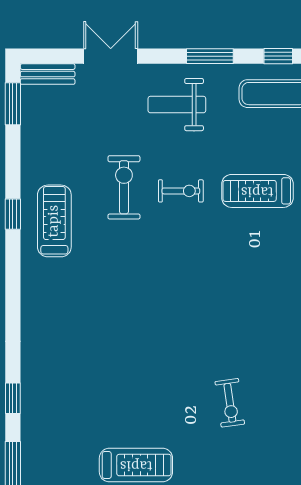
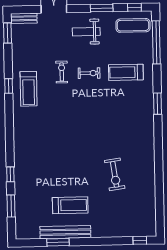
exercise bike: (124, 187) -> (62, 72), width x0.73, depth x0.72
treadmill: (54, 221) -> (29, 89), turned 180
exercise bike: (230, 403) -> (115, 174), width x1.38, depth x1.39

